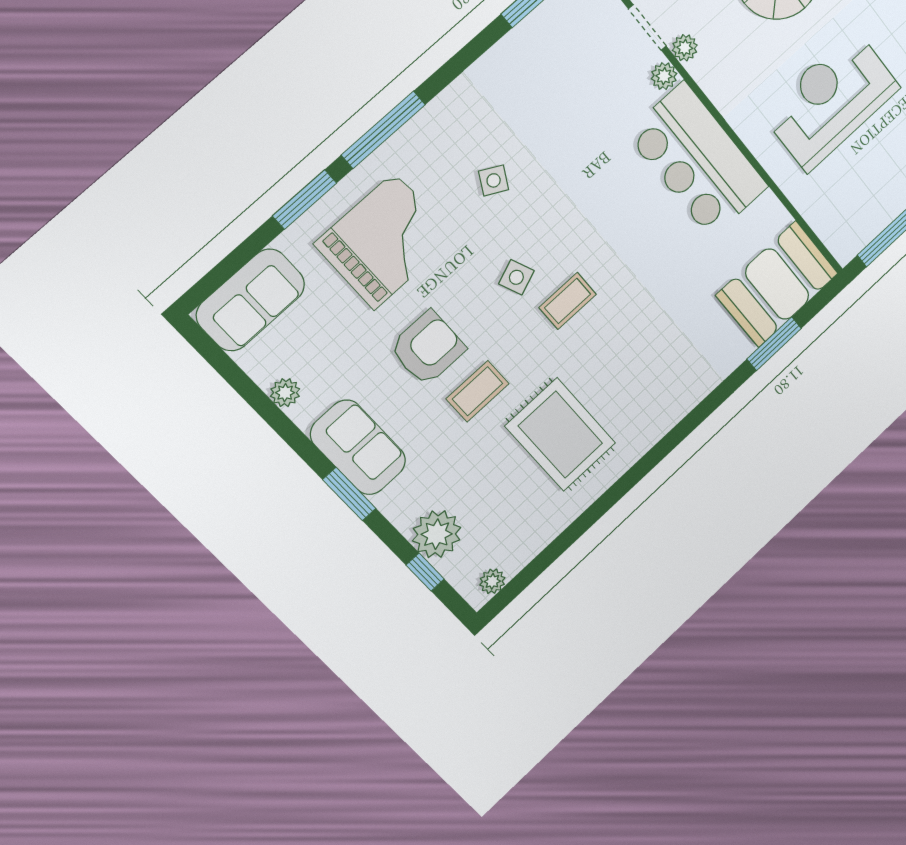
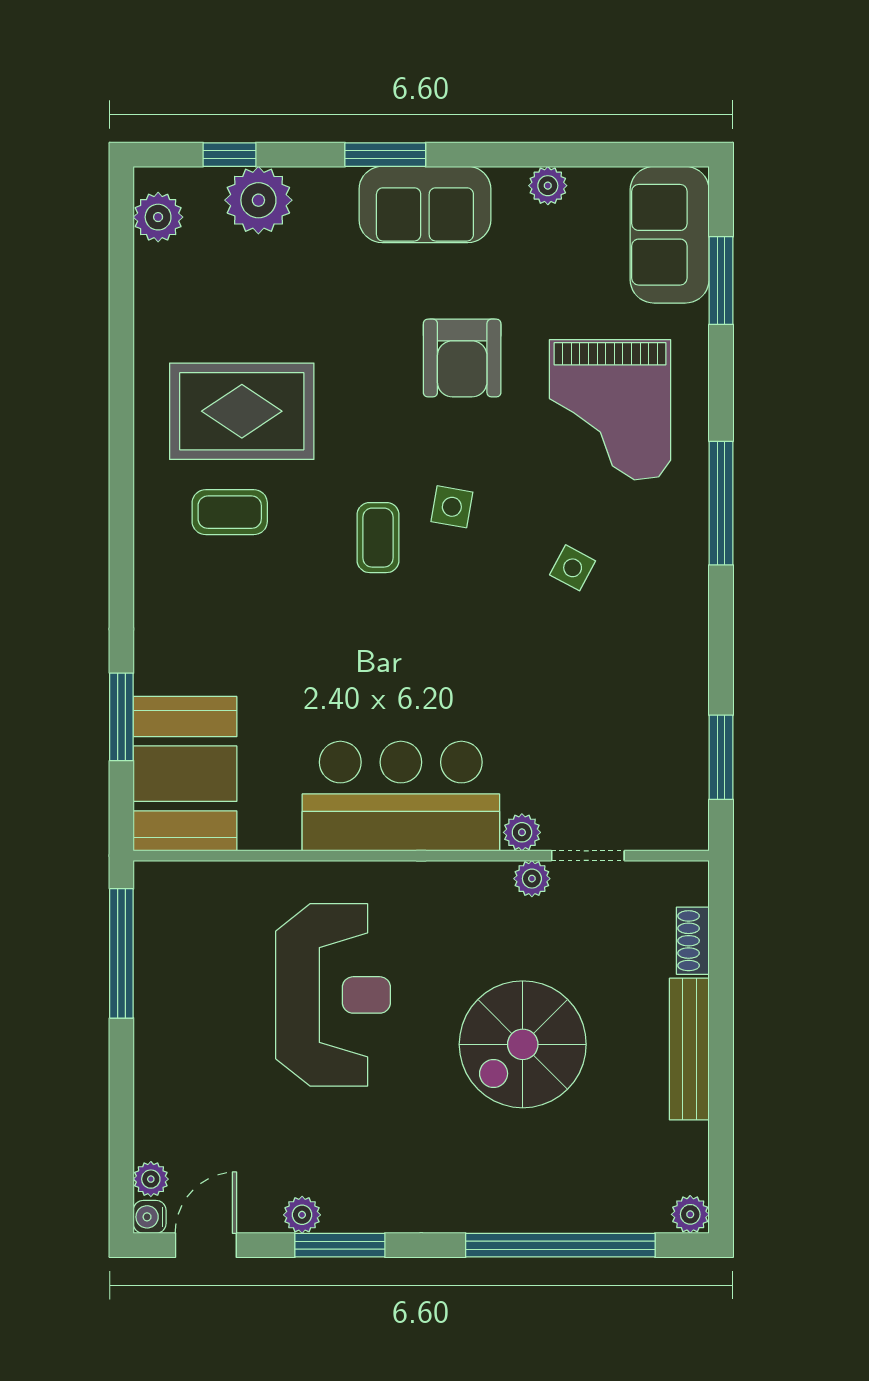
window: (305, 199) -> (721, 281), moved
side table: (516, 277) -> (452, 507), turned 32
coffee table: (478, 391) -> (230, 512), moved, turned 90
plant: (492, 581) -> (158, 217), width x1.38, depth x1.38

